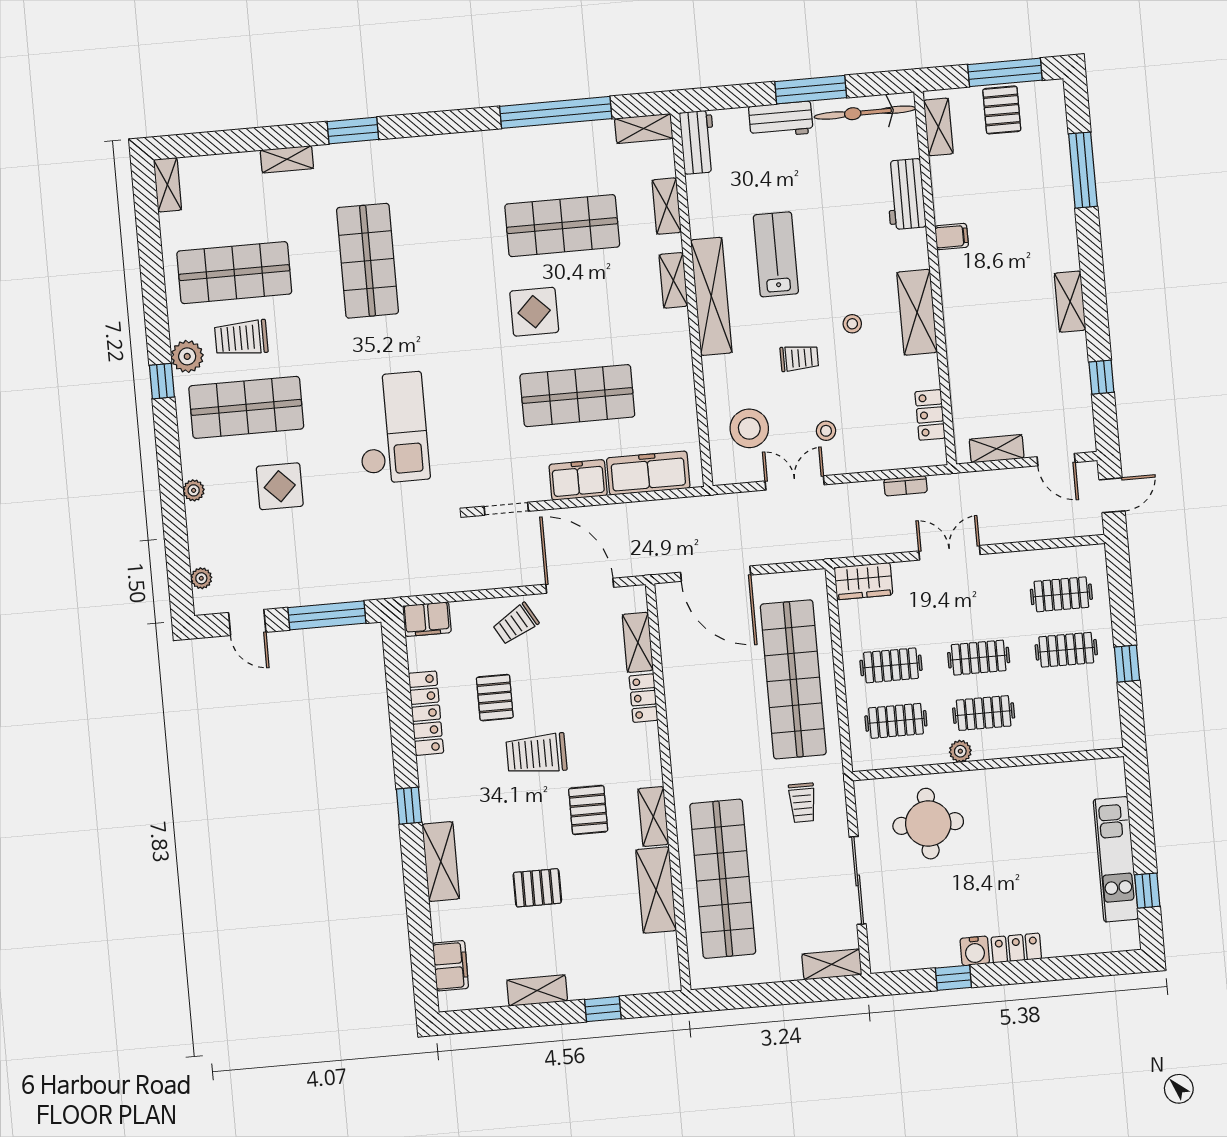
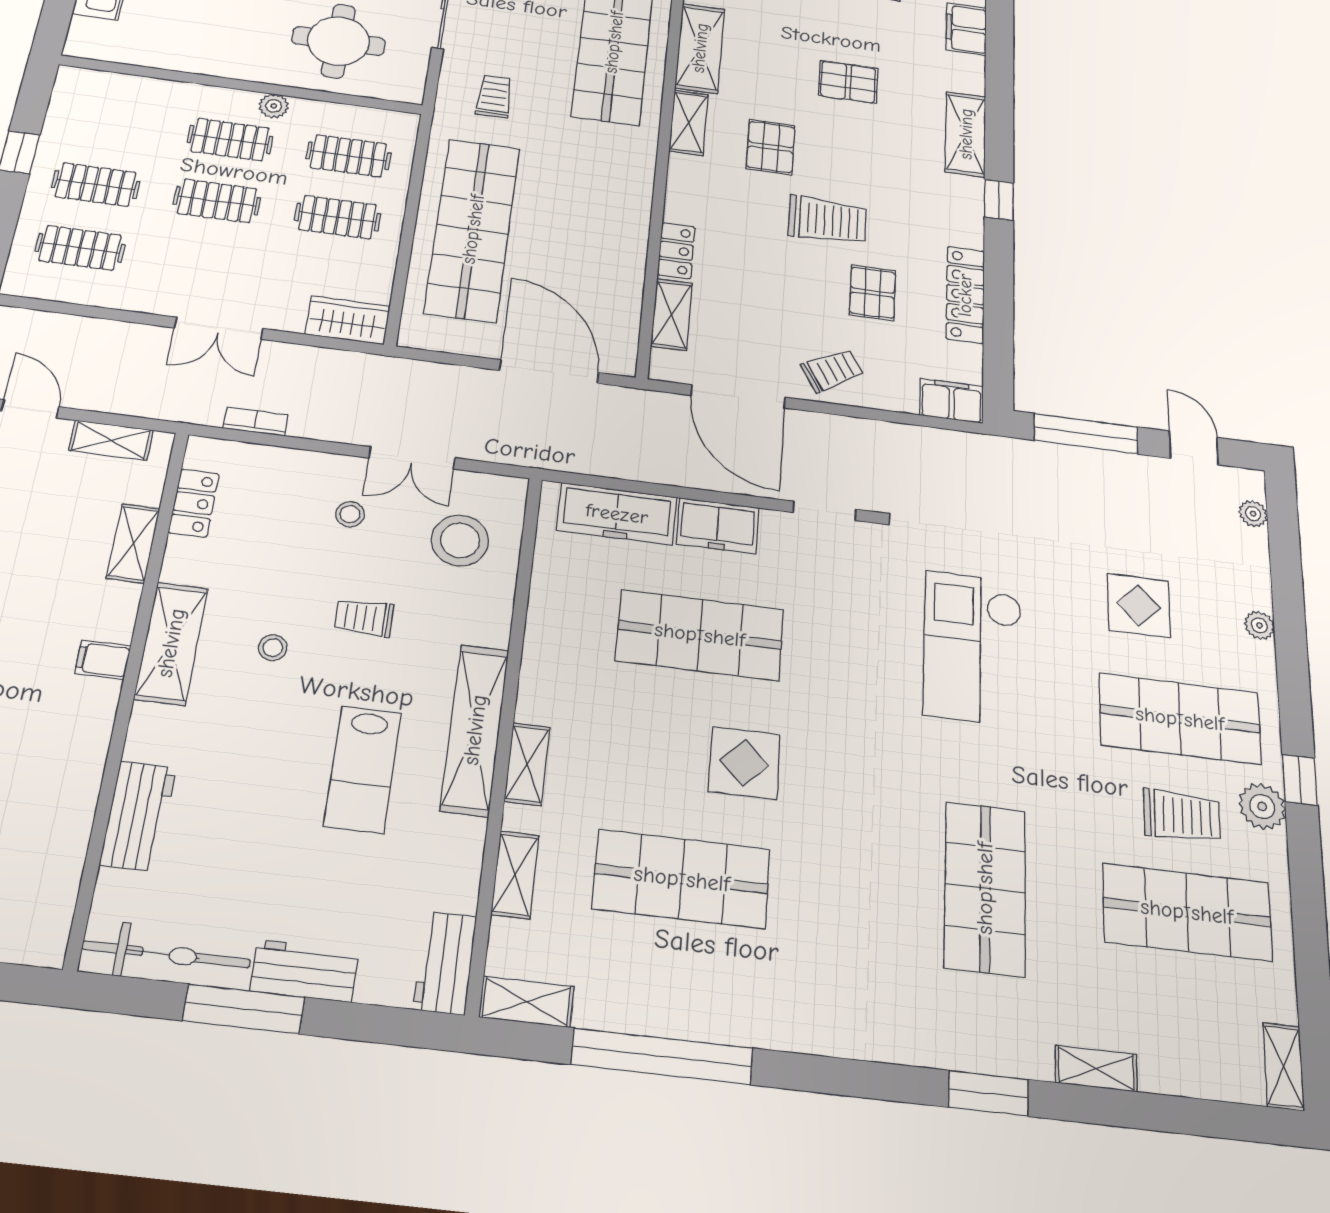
shelving: (938, 127) -> (133, 543), moved
filing cabinet: (952, 237) -> (103, 660), moved

